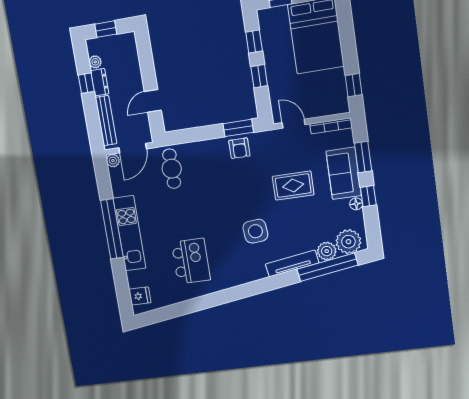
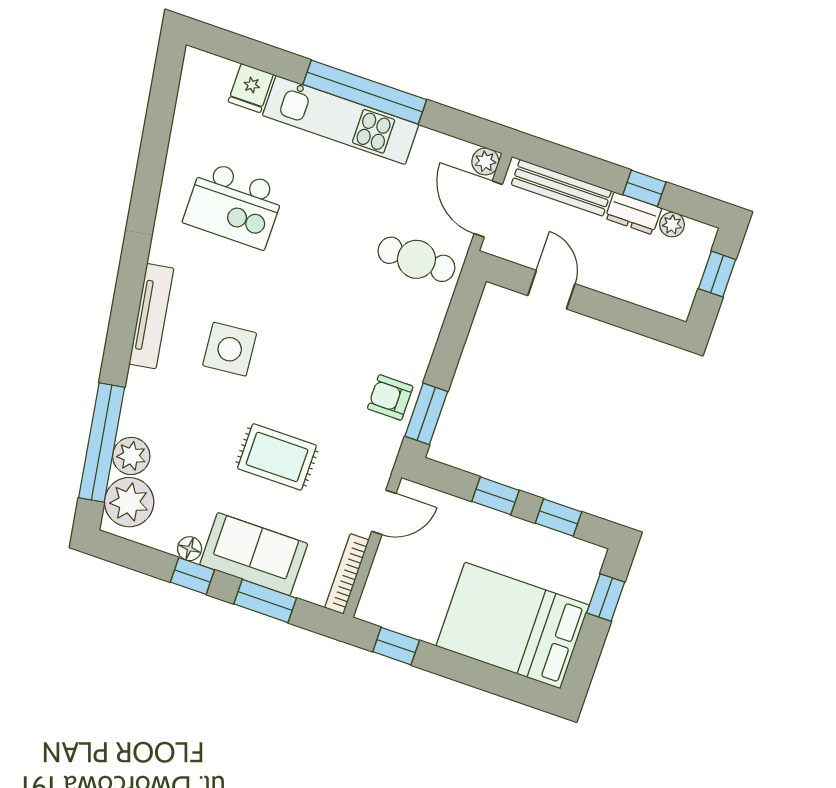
rug: (293, 186) -> (277, 457), turned 90
tv unit: (292, 263) -> (151, 316), moved
fridge: (140, 296) -> (251, 88), moved

